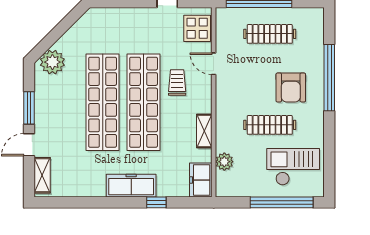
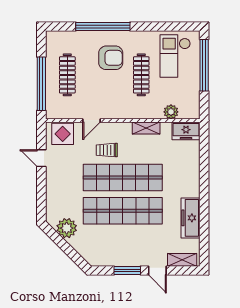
plant: (52, 62) -> (67, 228), moved
freezer: (131, 186) -> (191, 218), moved
window: (156, 202) -> (204, 167), removed

